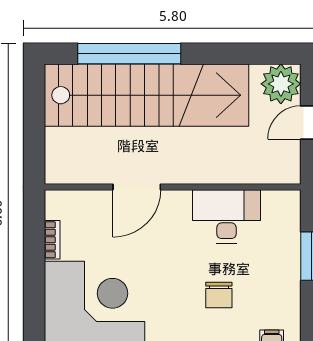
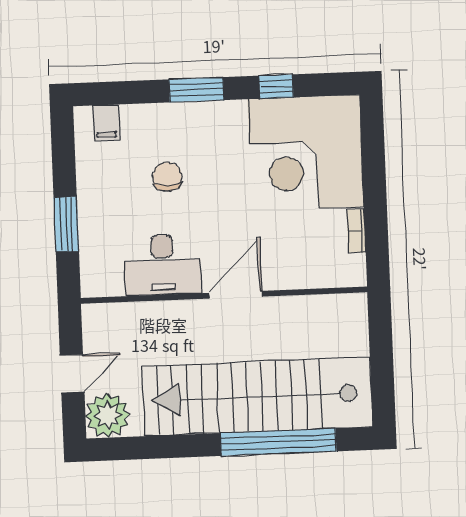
door: (137, 187) -> (236, 295), moved

